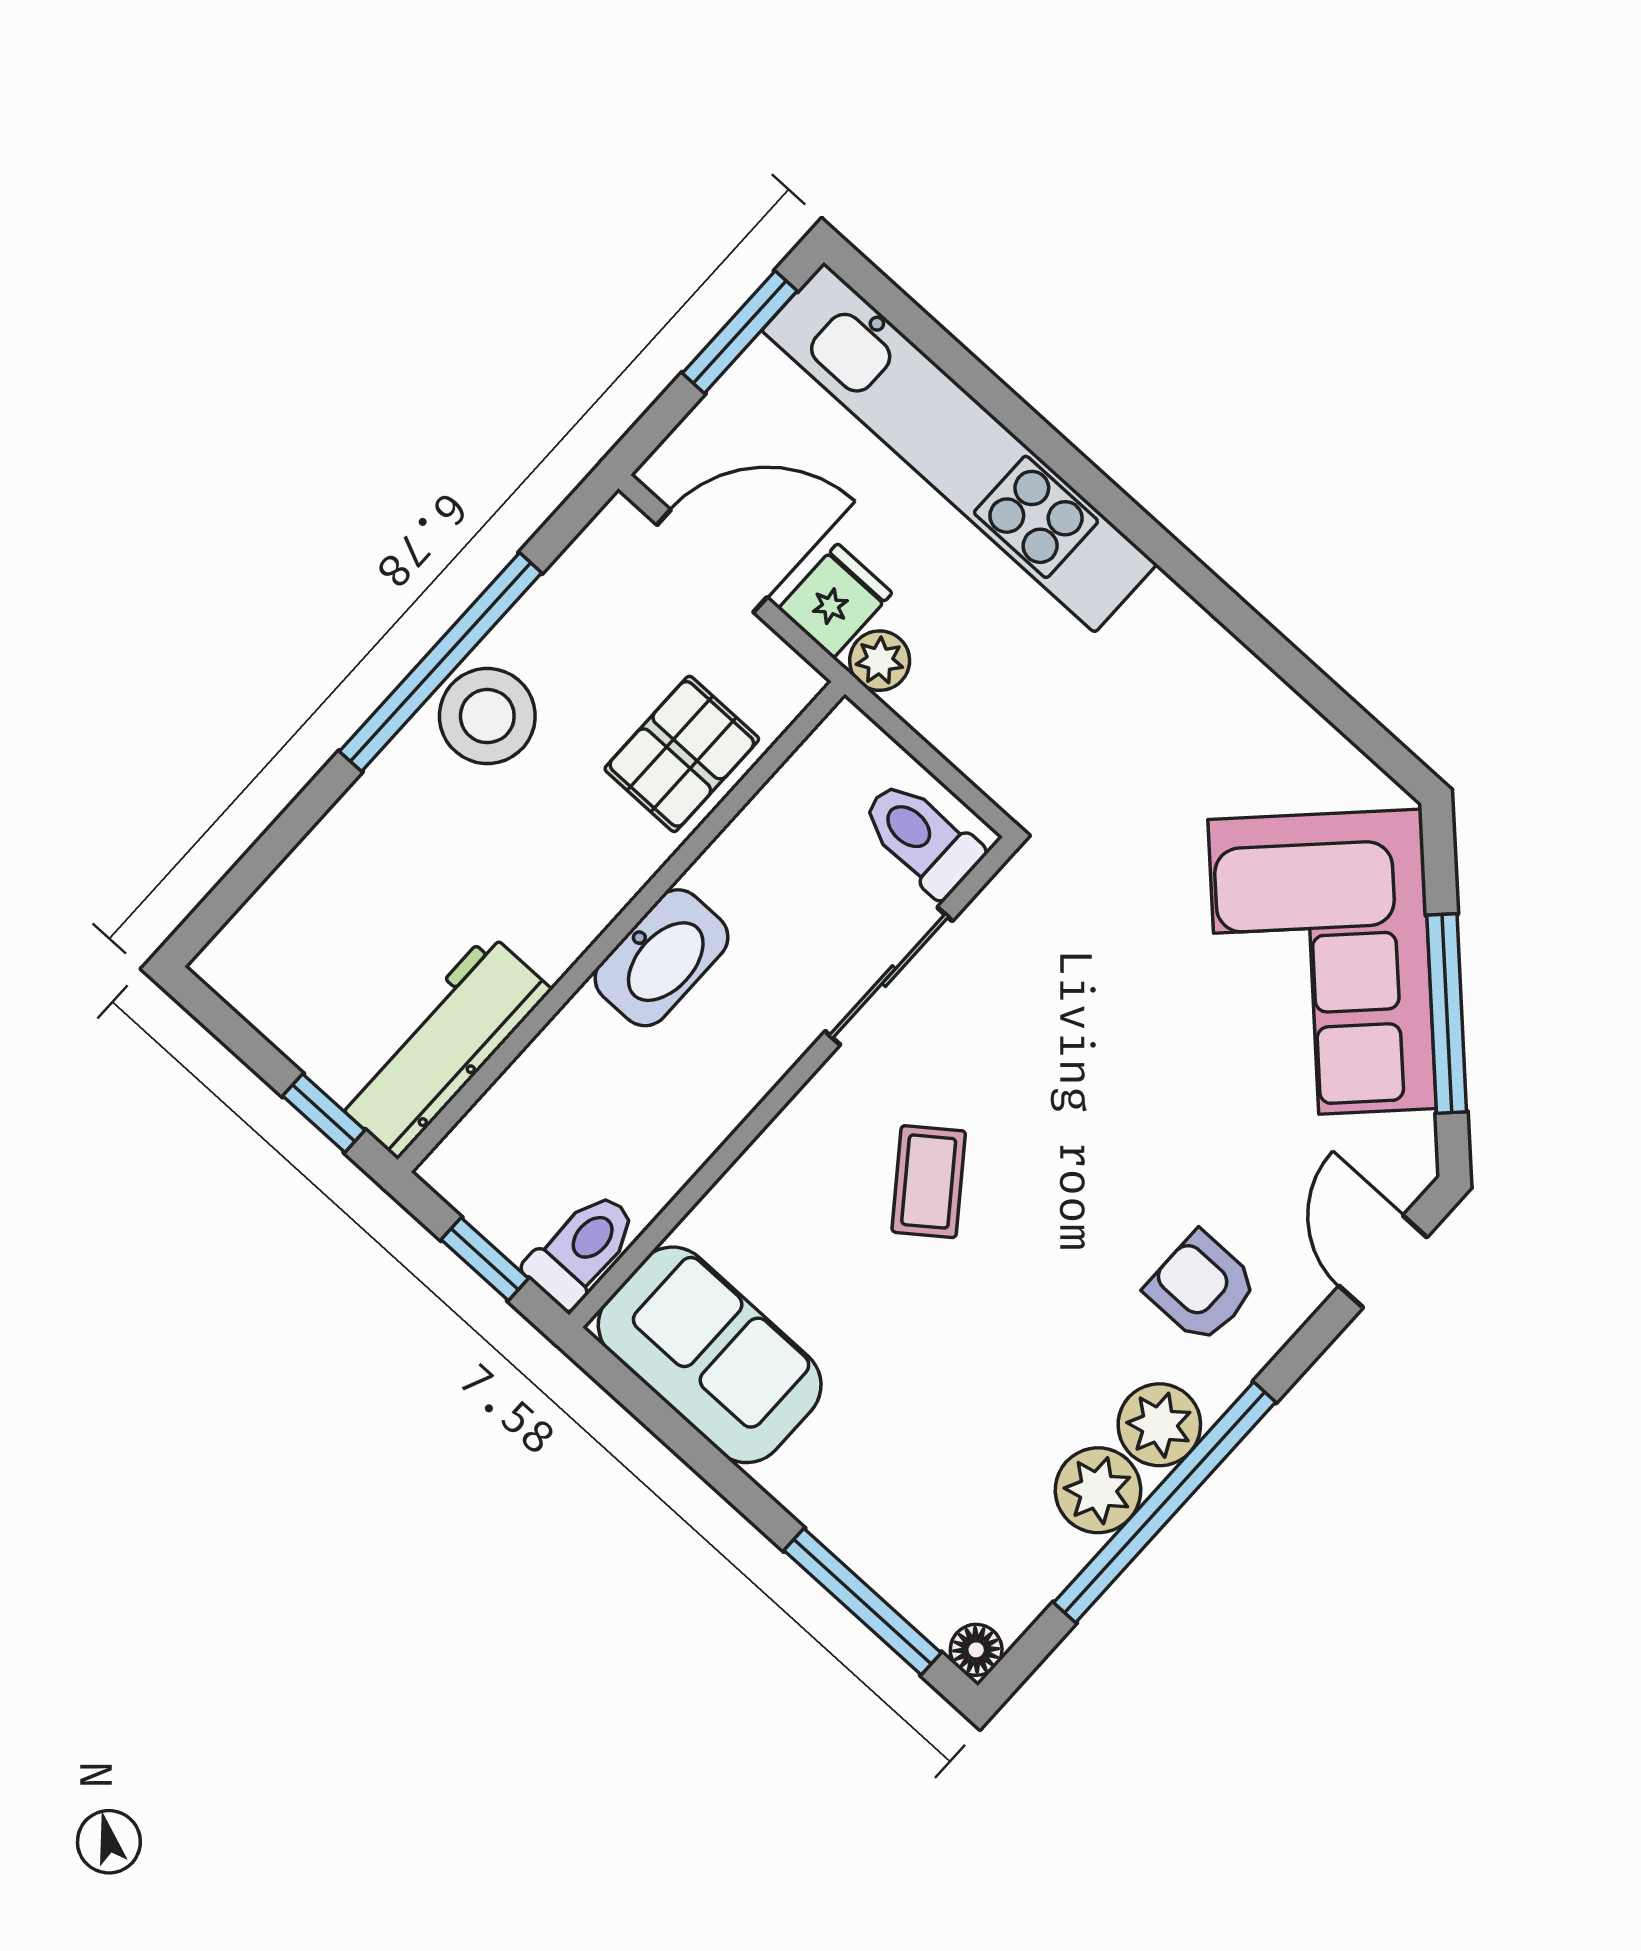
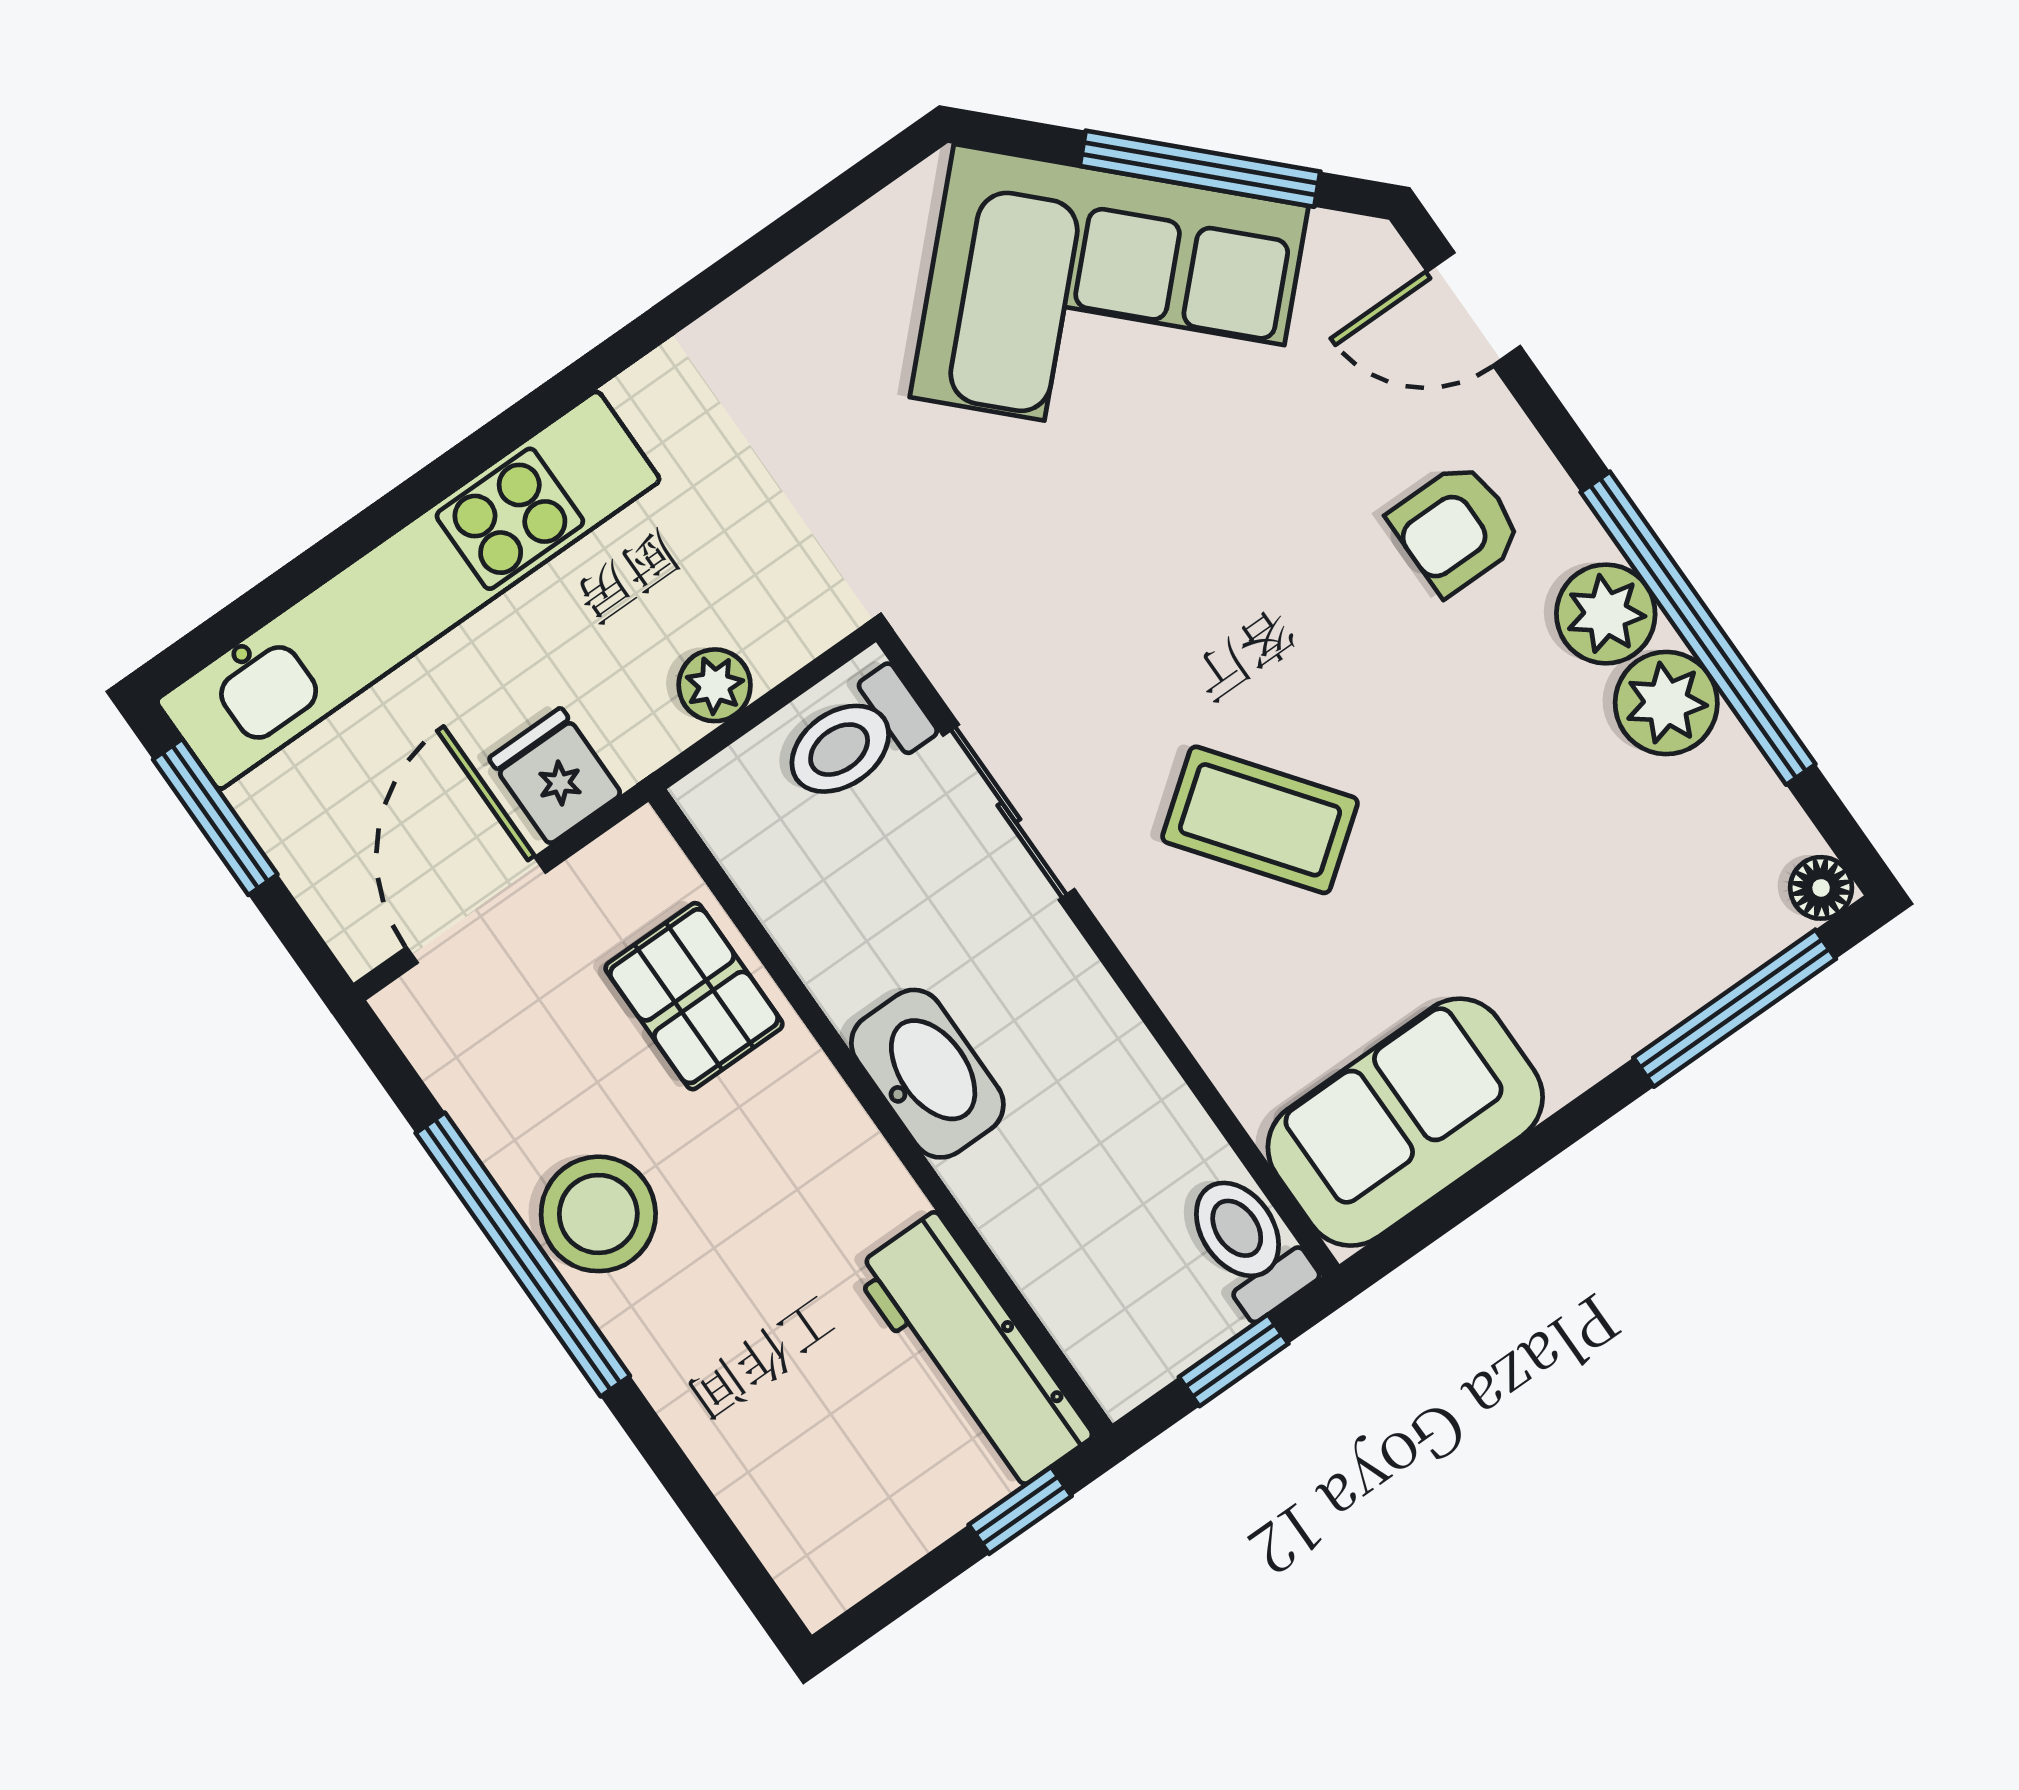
plant: (880, 661) -> (715, 685), moved
coffee table: (929, 1182) -> (1260, 820), width x1.36, depth x1.30

